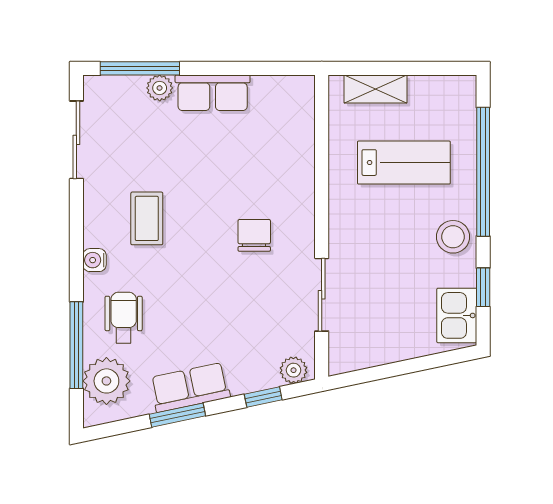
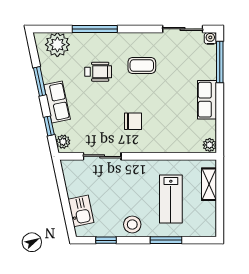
plant: (160, 88) -> (210, 145), moved
window: (483, 172) -> (166, 240), width x0.47
water cooler: (94, 260) -> (210, 38), moved
kitchen sink: (457, 315) -> (81, 211), moved, turned 78
wheelchair: (124, 318) -> (98, 72), moved
window: (76, 345) -> (95, 29), moved
row of seats: (190, 387) -> (57, 102), moved

